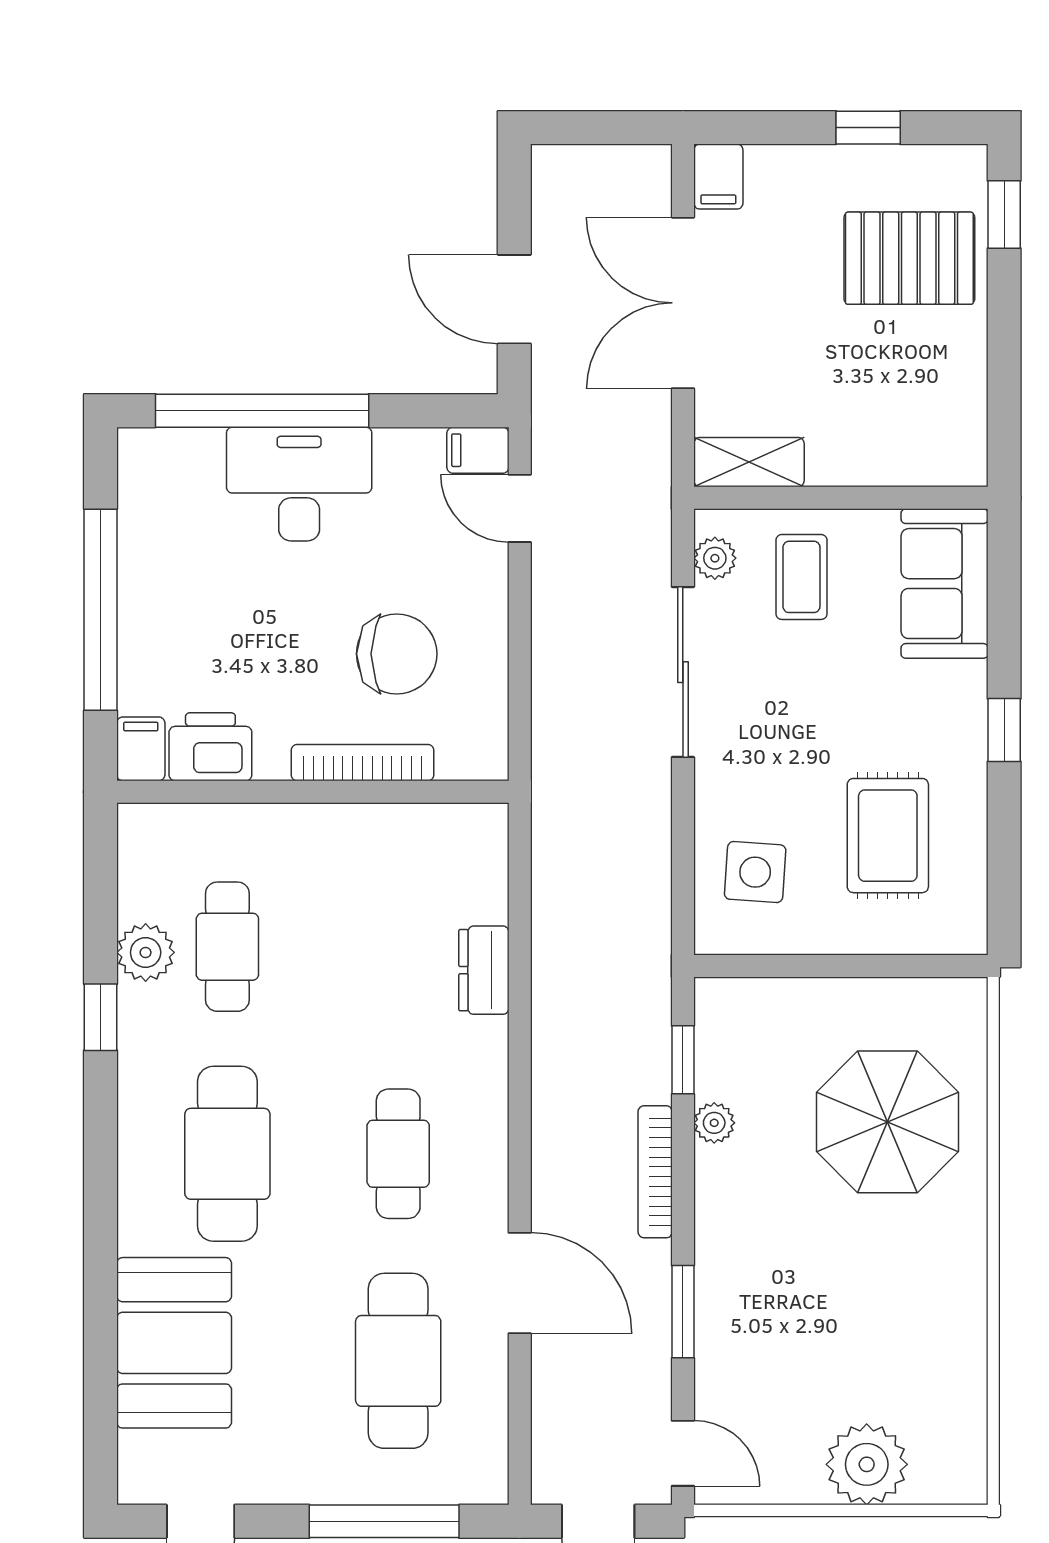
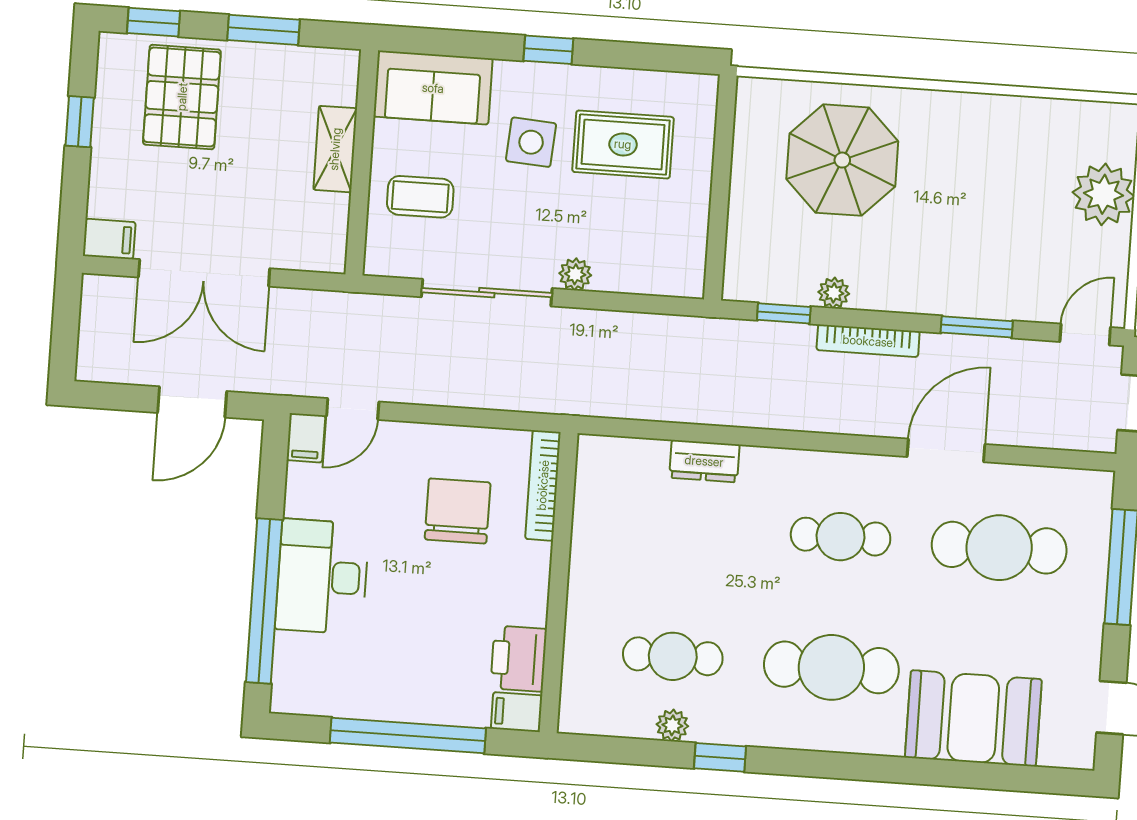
window: (1004, 358) -> (264, 30), added
shelving: (749, 462) -> (335, 149), moved
plant: (715, 558) -> (575, 274), moved
bookcase: (362, 763) -> (543, 485), moved
side table: (755, 872) -> (531, 142), moved
plant: (146, 952) -> (672, 725), width x0.73, depth x0.73

